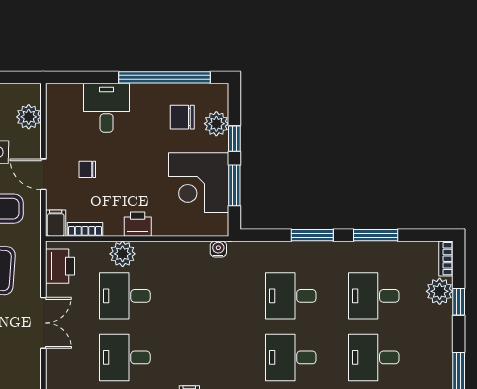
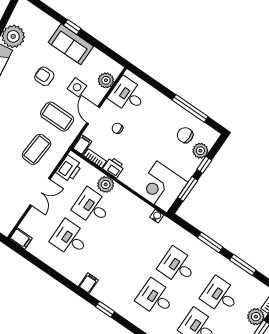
window: (164, 77) -> (190, 108), width x0.68
desk: (107, 108) -> (127, 95), moved, turned -90
corner desk: (199, 183) -> (162, 187), moved
printer: (138, 224) -> (114, 167), moved

